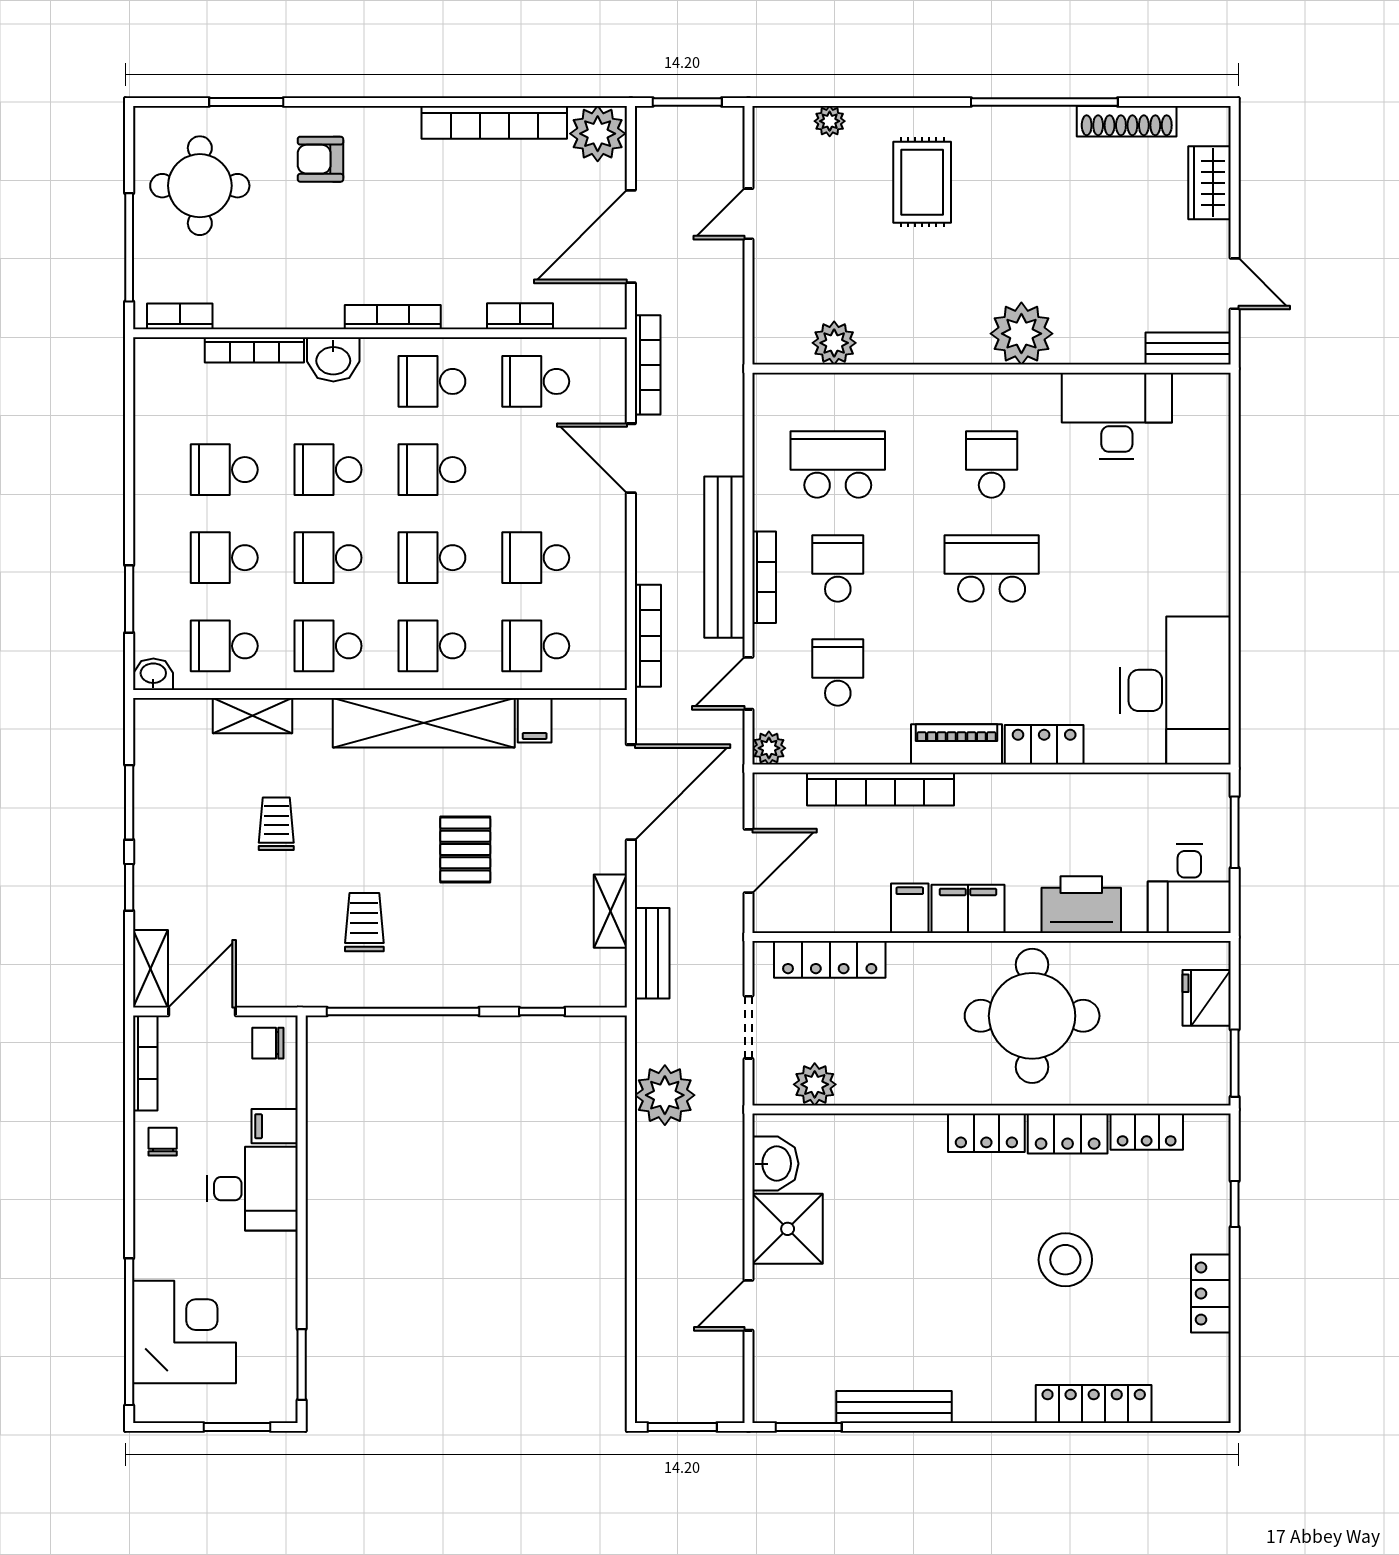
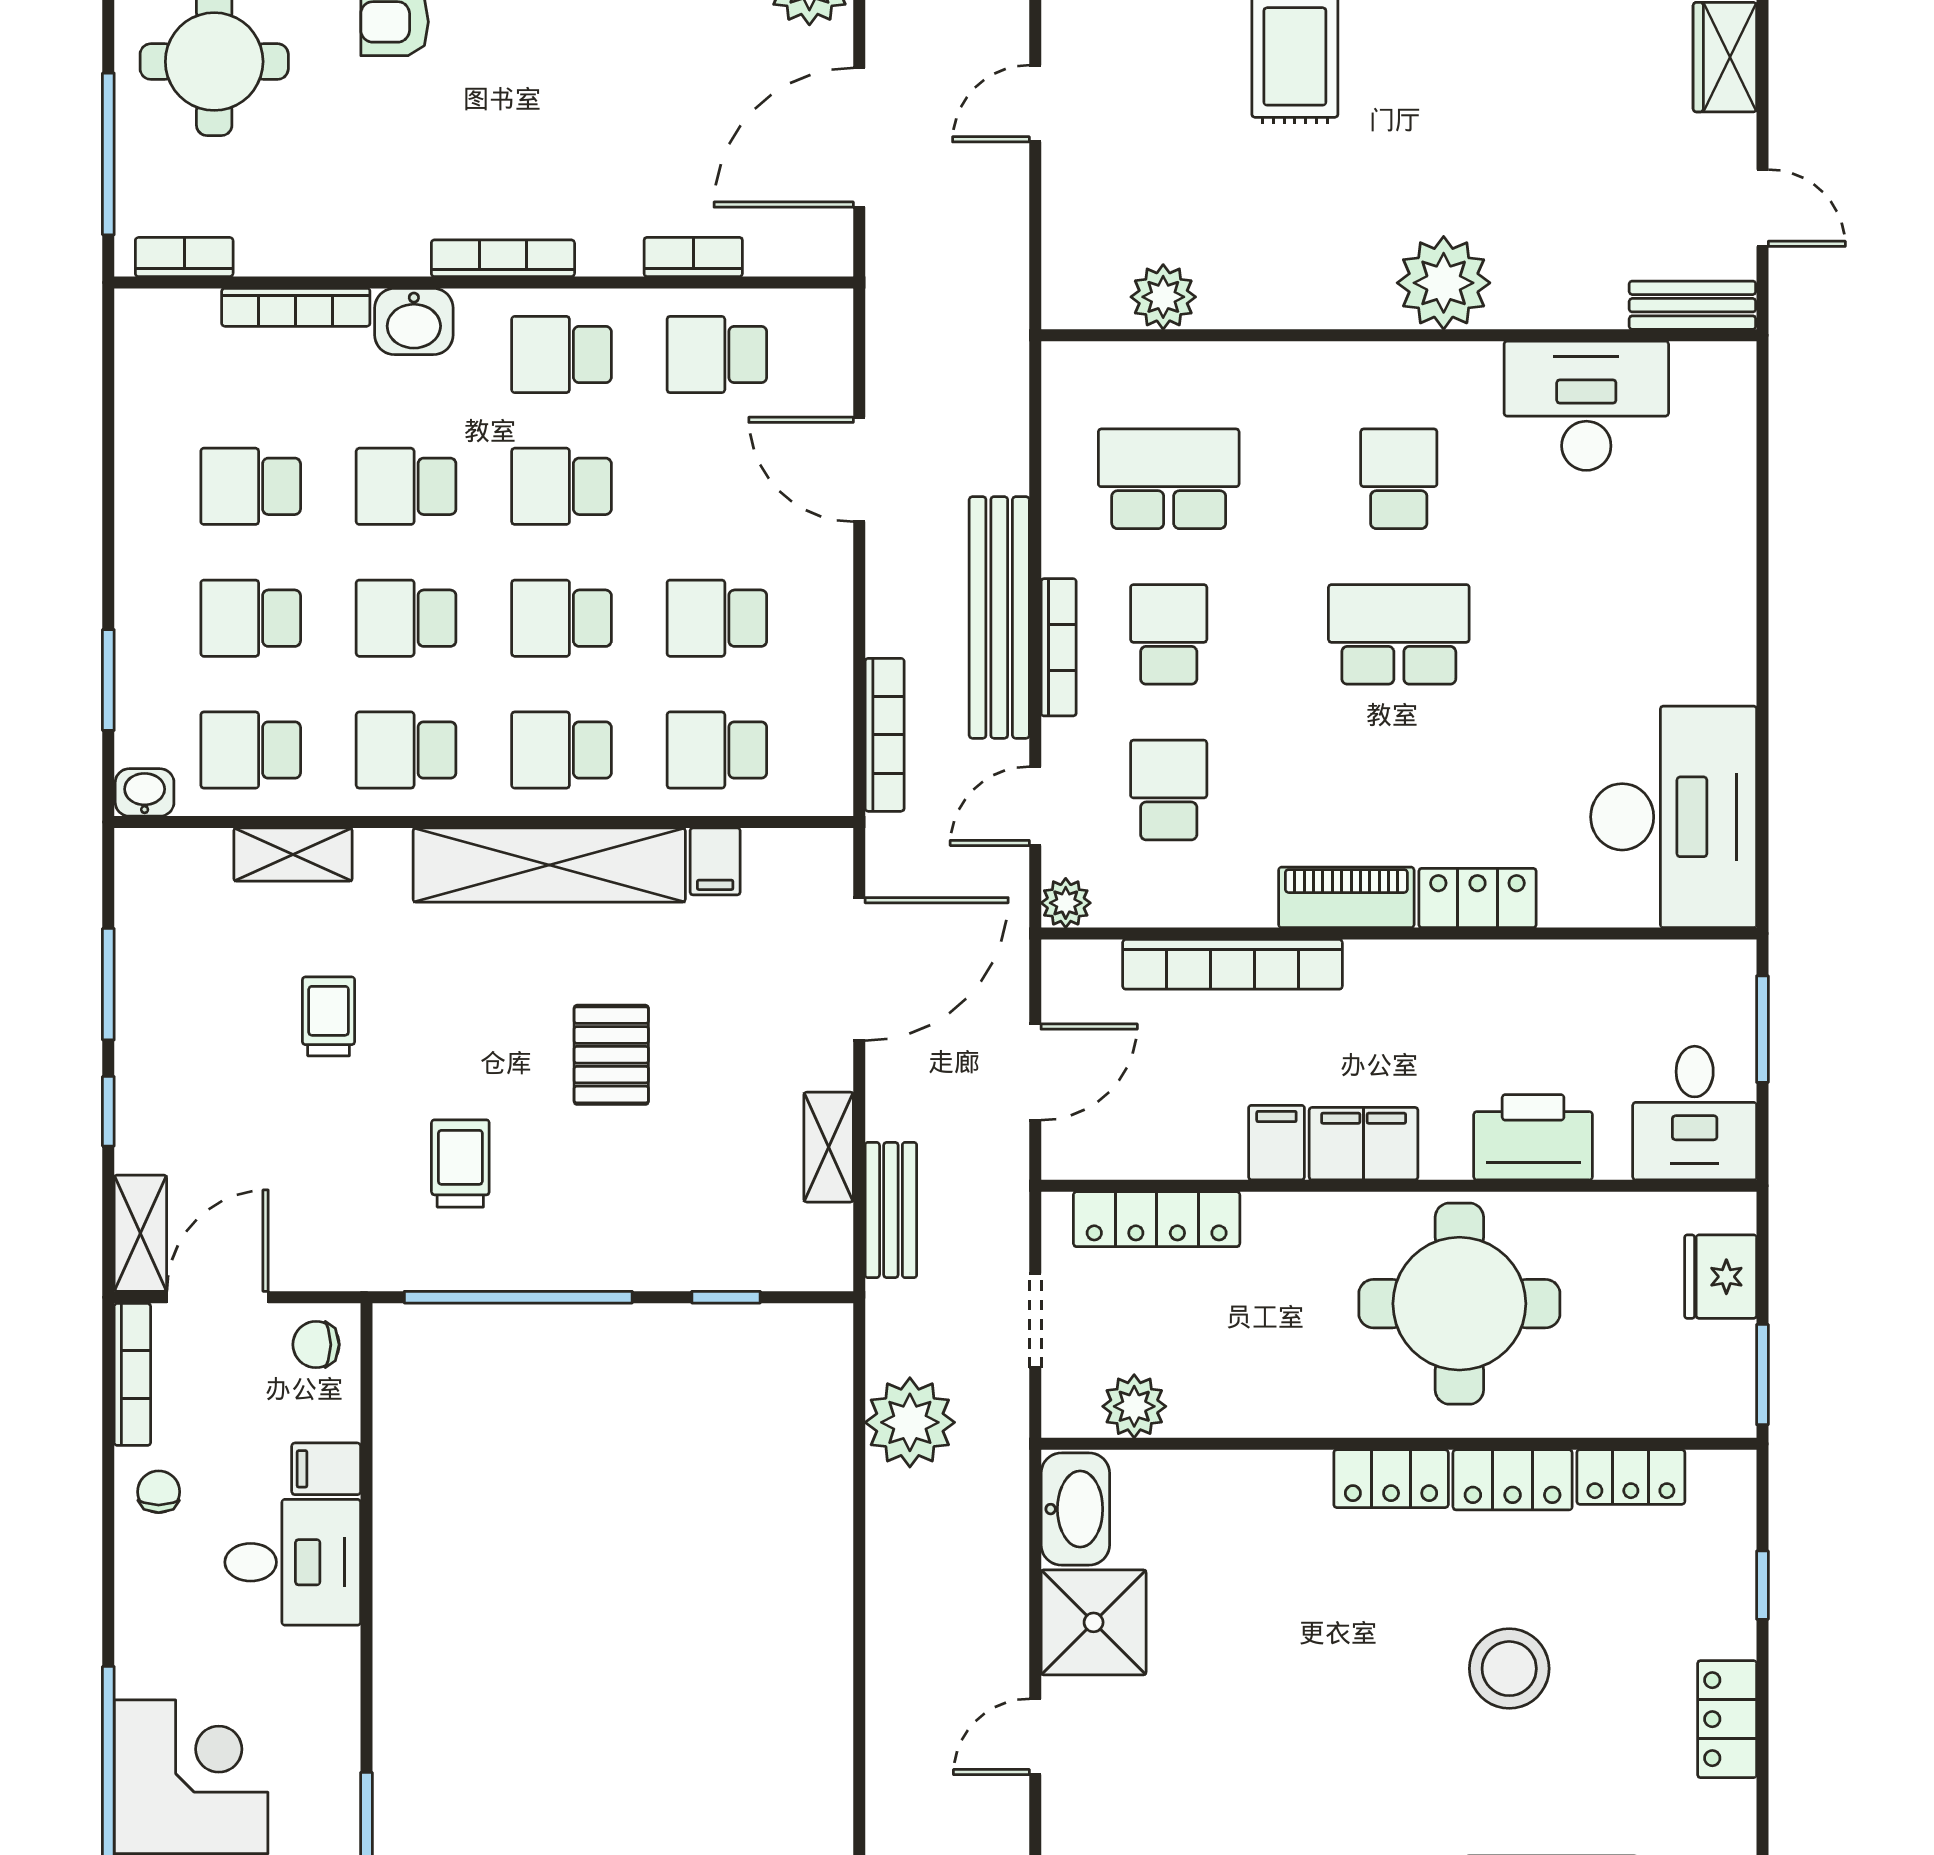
bookcase: (648, 365) -> (884, 330), removed
washbasin: (775, 1164) -> (1075, 1509), width x1.38

